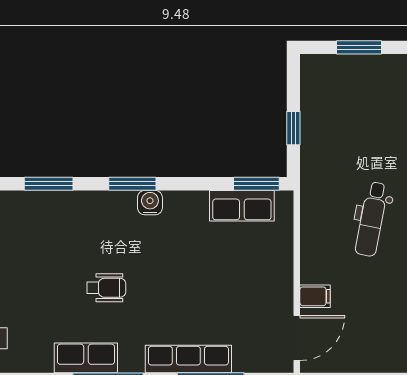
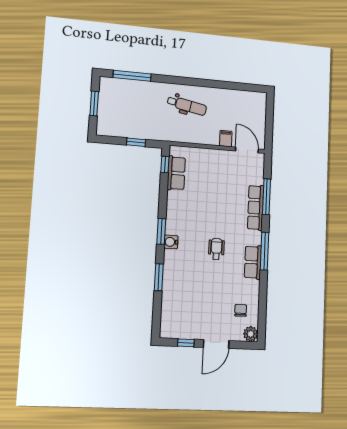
window: (256, 184) -> (165, 164), width x0.67
water cooler: (150, 203) -> (171, 242), moved

